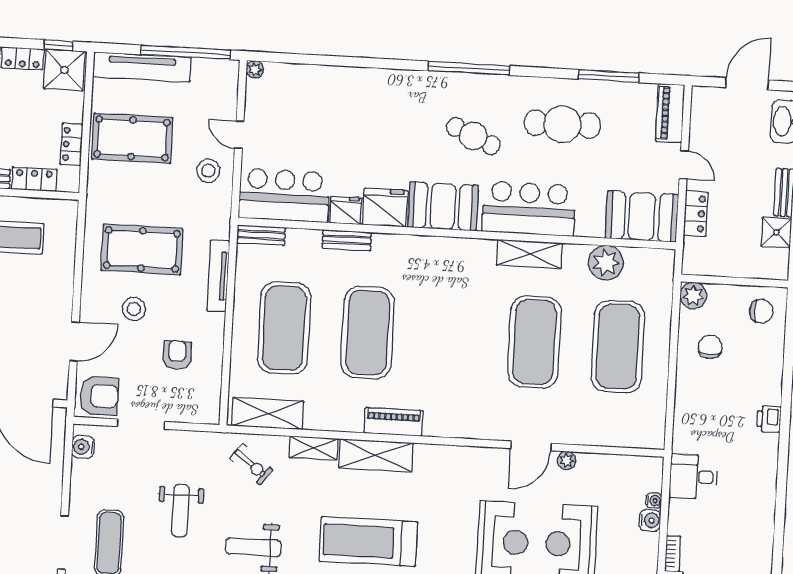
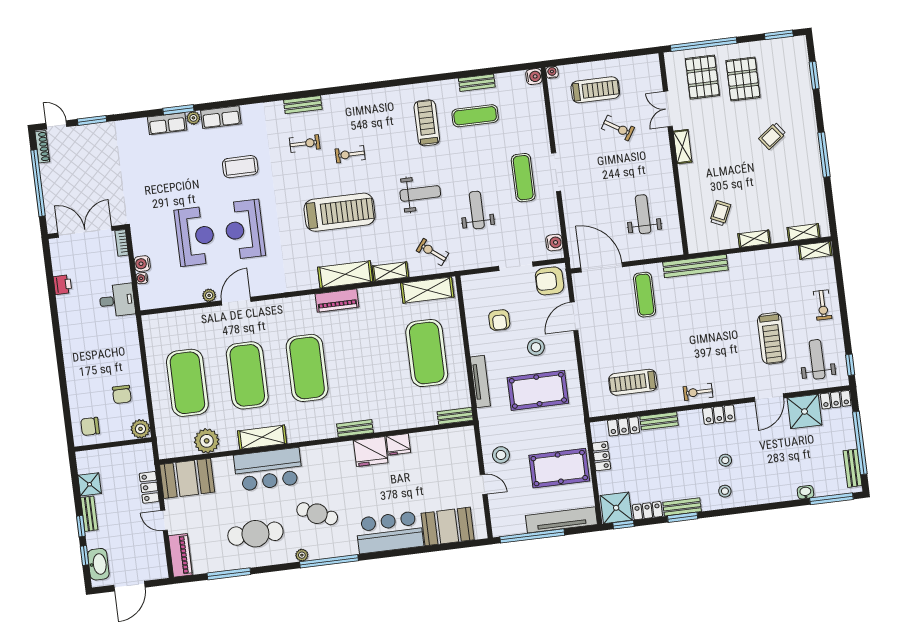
plant: (255, 69) -> (302, 555), moved
bar counter: (284, 195) -> (390, 532), moved, turned 180
booth: (443, 206) -> (448, 526), moved
bench: (347, 240) -> (355, 428), moved
exercise mat: (368, 333) -> (307, 368), moved
printer: (769, 419) -> (63, 285), moved

